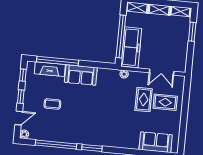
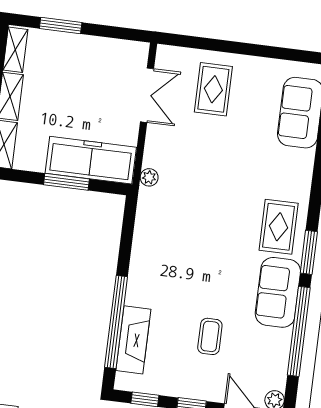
window: (121, 36) -> (66, 182), width x0.47
sofa: (81, 75) -> (278, 292), moved, turned 180
rug: (144, 100) -> (279, 227), moved, turned 90

